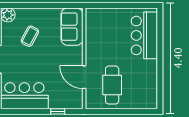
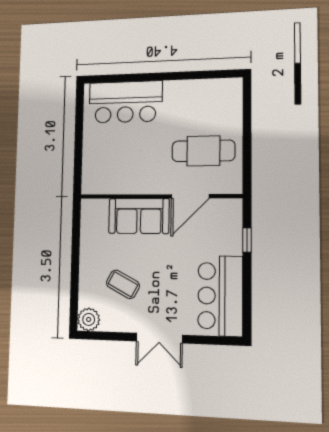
sofa: (72, 27) -> (139, 216), moved

